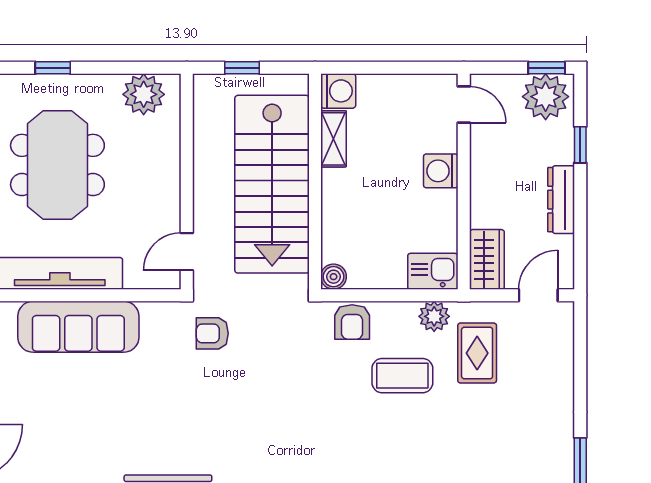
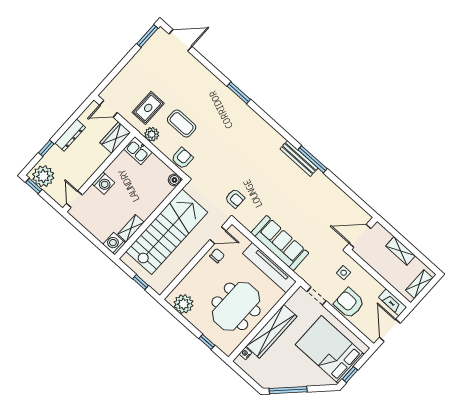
chair: (159, 218) -> (217, 256), added

